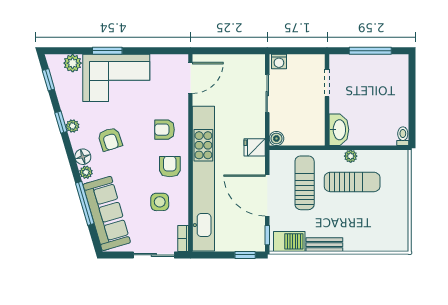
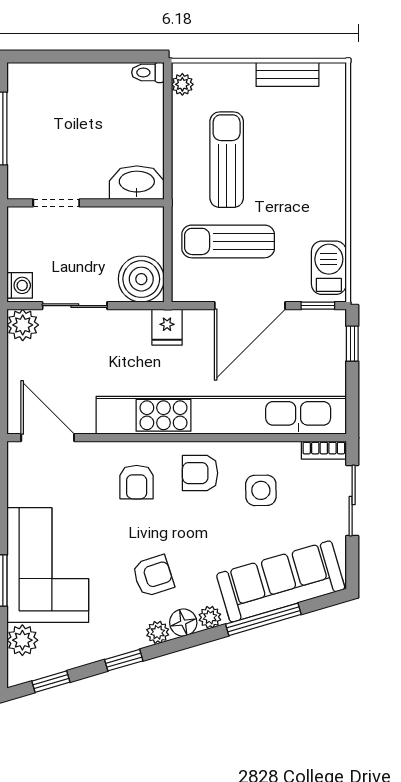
plant: (256, 63) -> (23, 325), added
plant: (73, 126) -> (158, 632), moved
boiler: (276, 139) -> (141, 279), width x1.86, depth x1.86
plant: (351, 156) -> (182, 84), moved
bench: (324, 245) -> (287, 74), moved, turned 90

